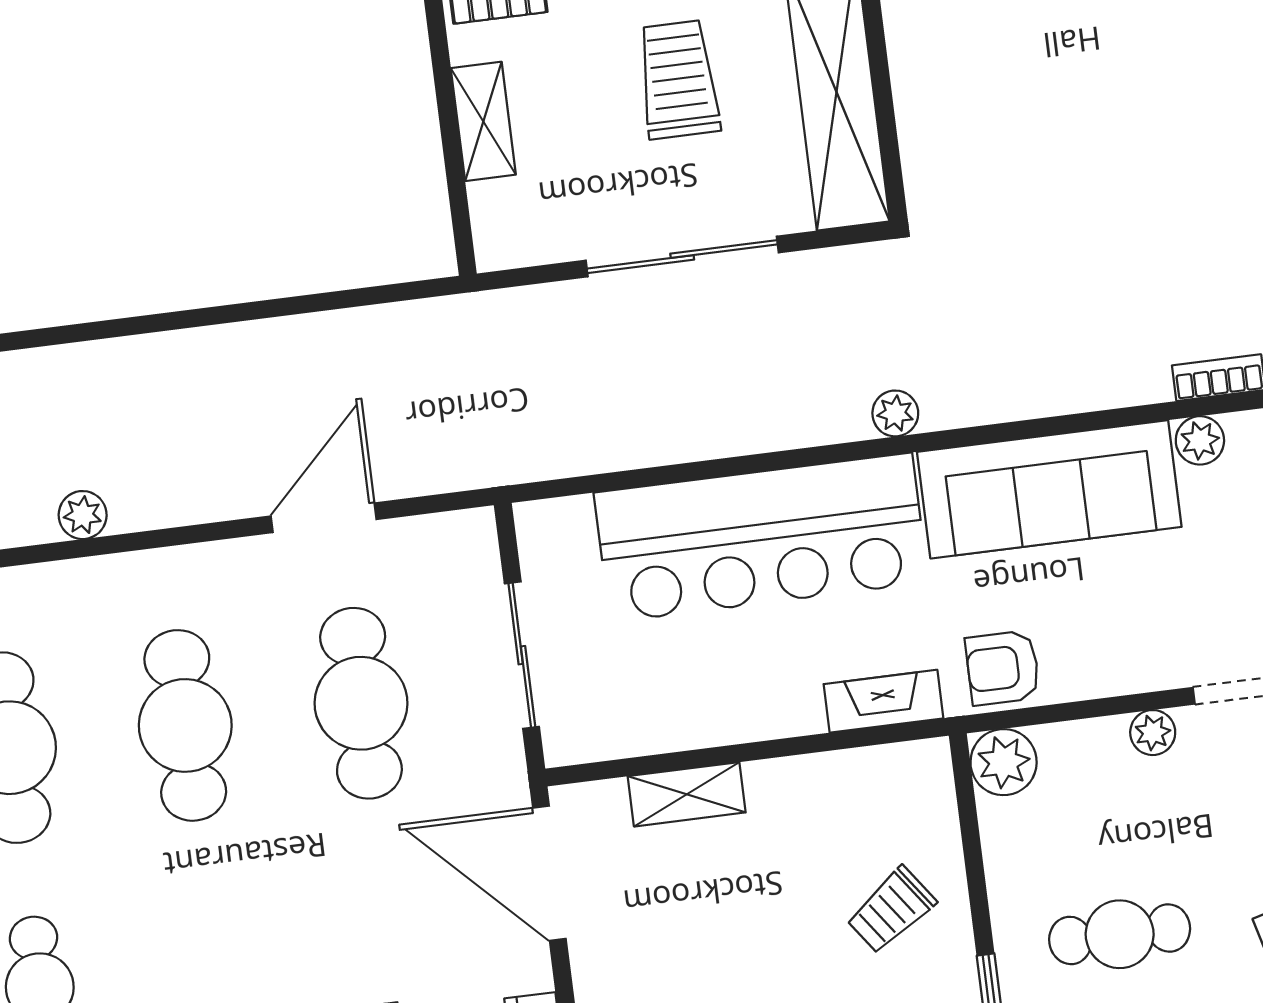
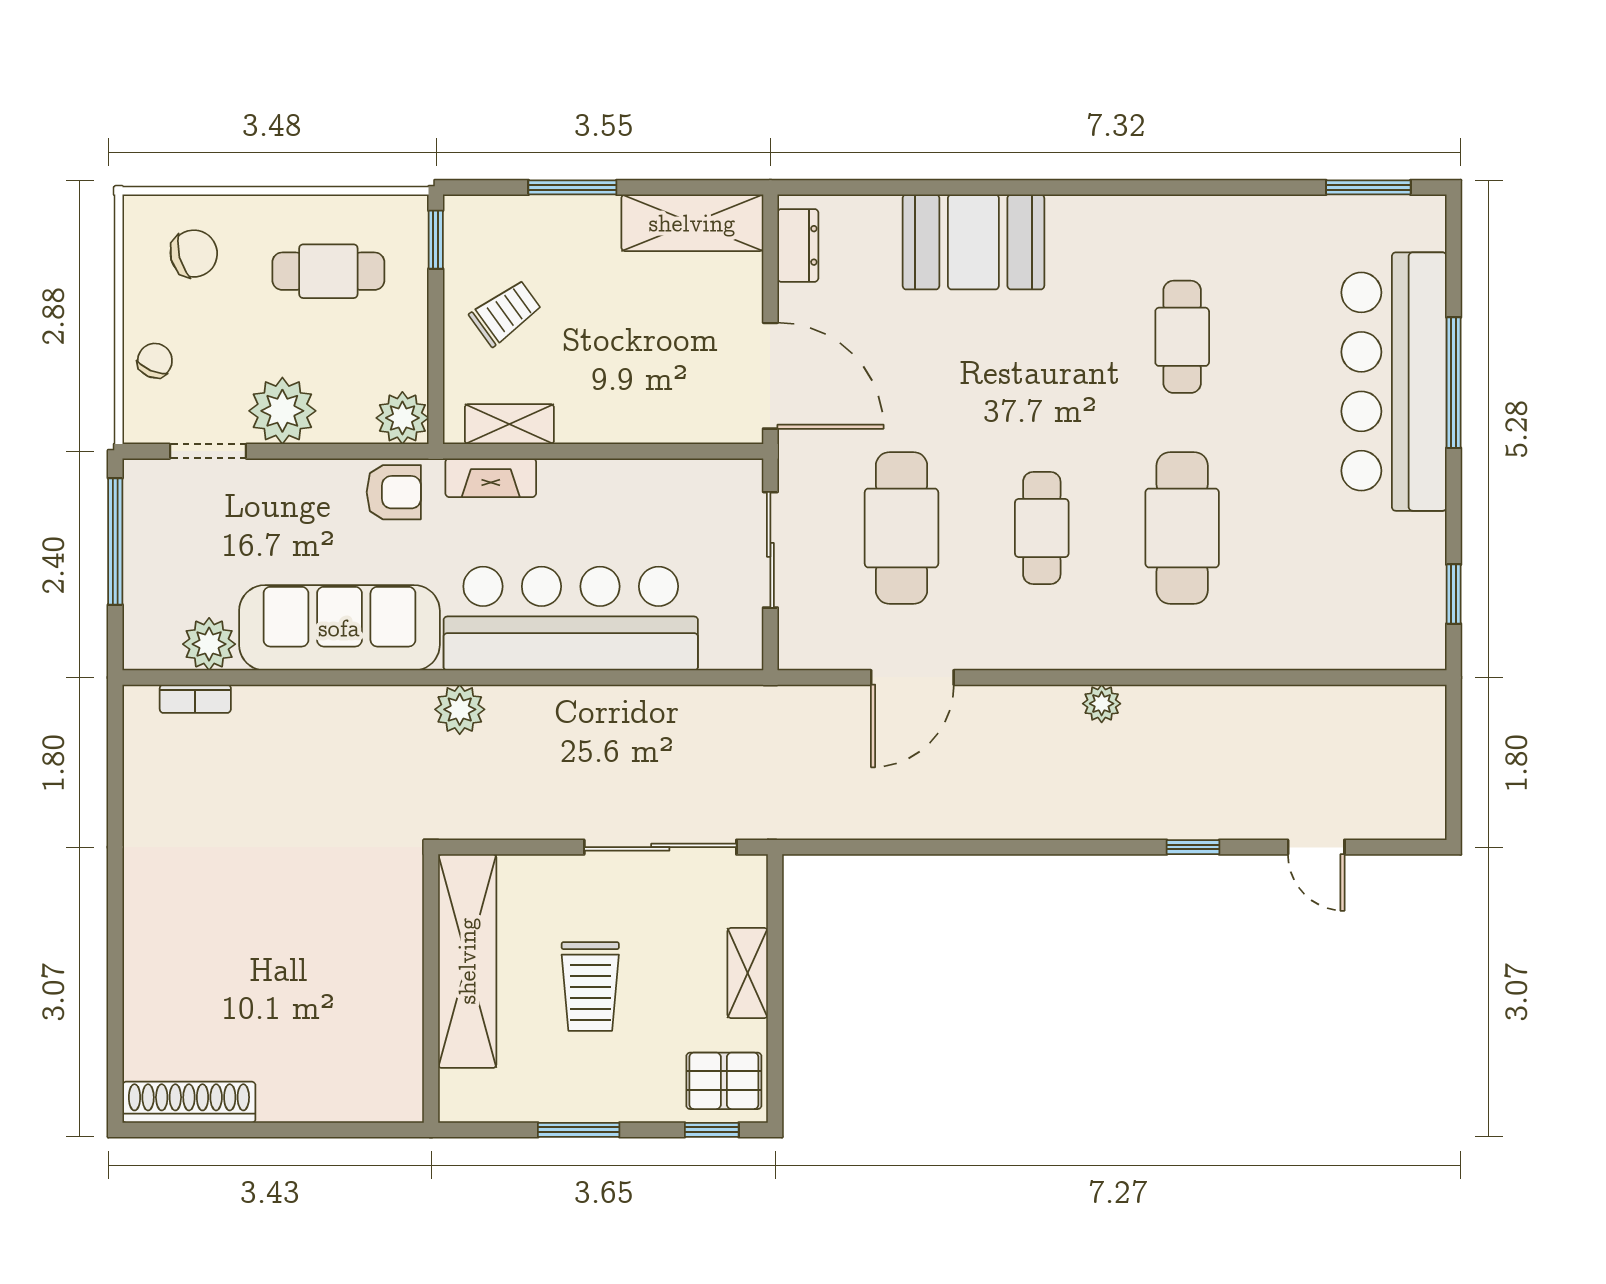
sliding door: (682, 257) -> (660, 847), moved
plant: (895, 413) -> (460, 709), width x1.38, depth x1.38
plant: (1200, 440) -> (209, 644), width x1.38, depth x1.38
cafe table: (185, 725) -> (1042, 528), width x0.73, depth x0.74
plant: (1153, 733) -> (282, 411), width x1.87, depth x1.87
shelving: (687, 794) -> (509, 424), moved

